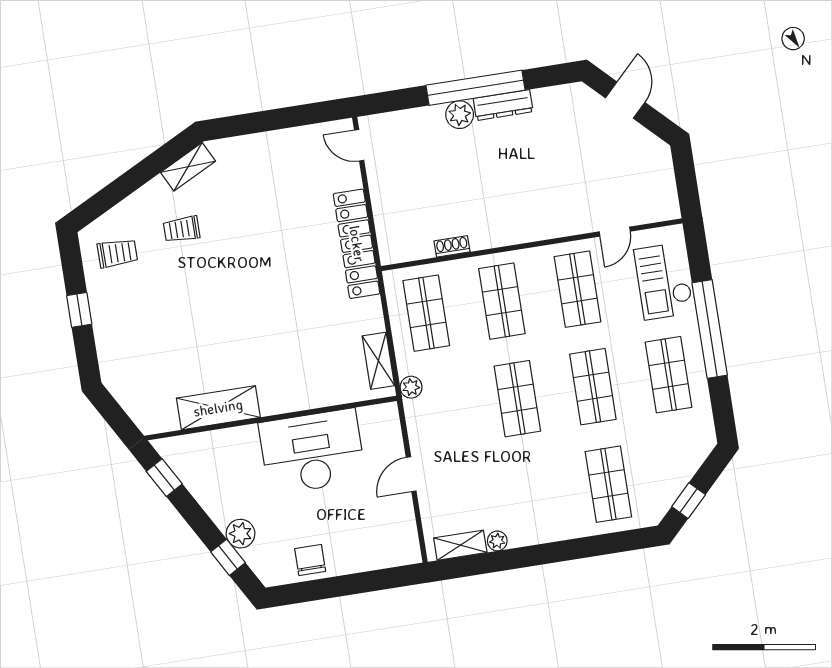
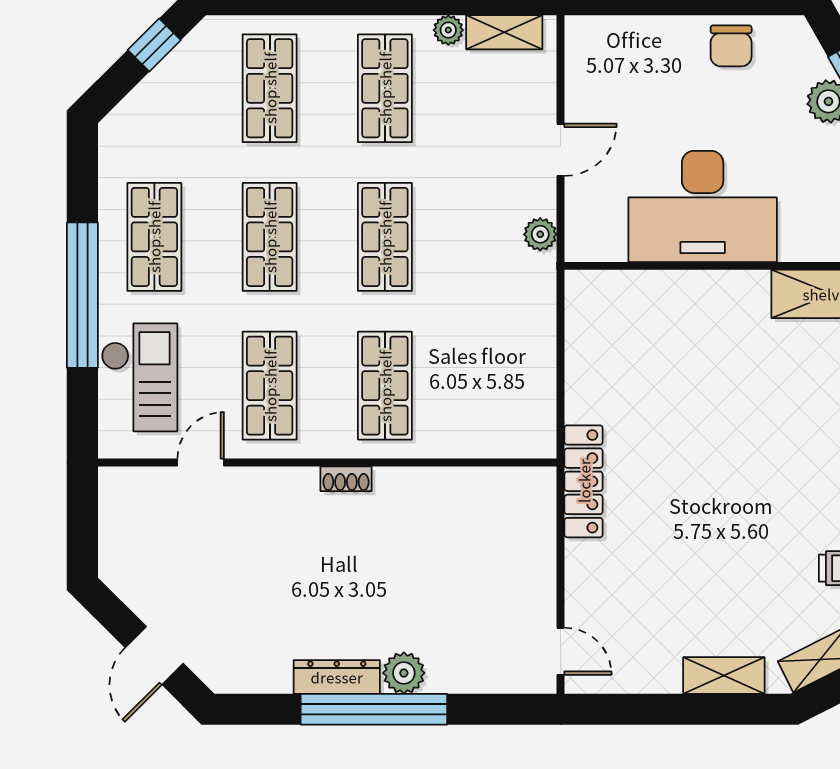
locker: (357, 244) -> (584, 481), width x0.71, depth x0.83
shoe rack: (452, 246) -> (346, 479), moved
shop shelf: (426, 313) -> (385, 88), moved
shelving: (378, 361) -> (724, 676), moved, turned 90
plant: (411, 387) -> (540, 234), moved

